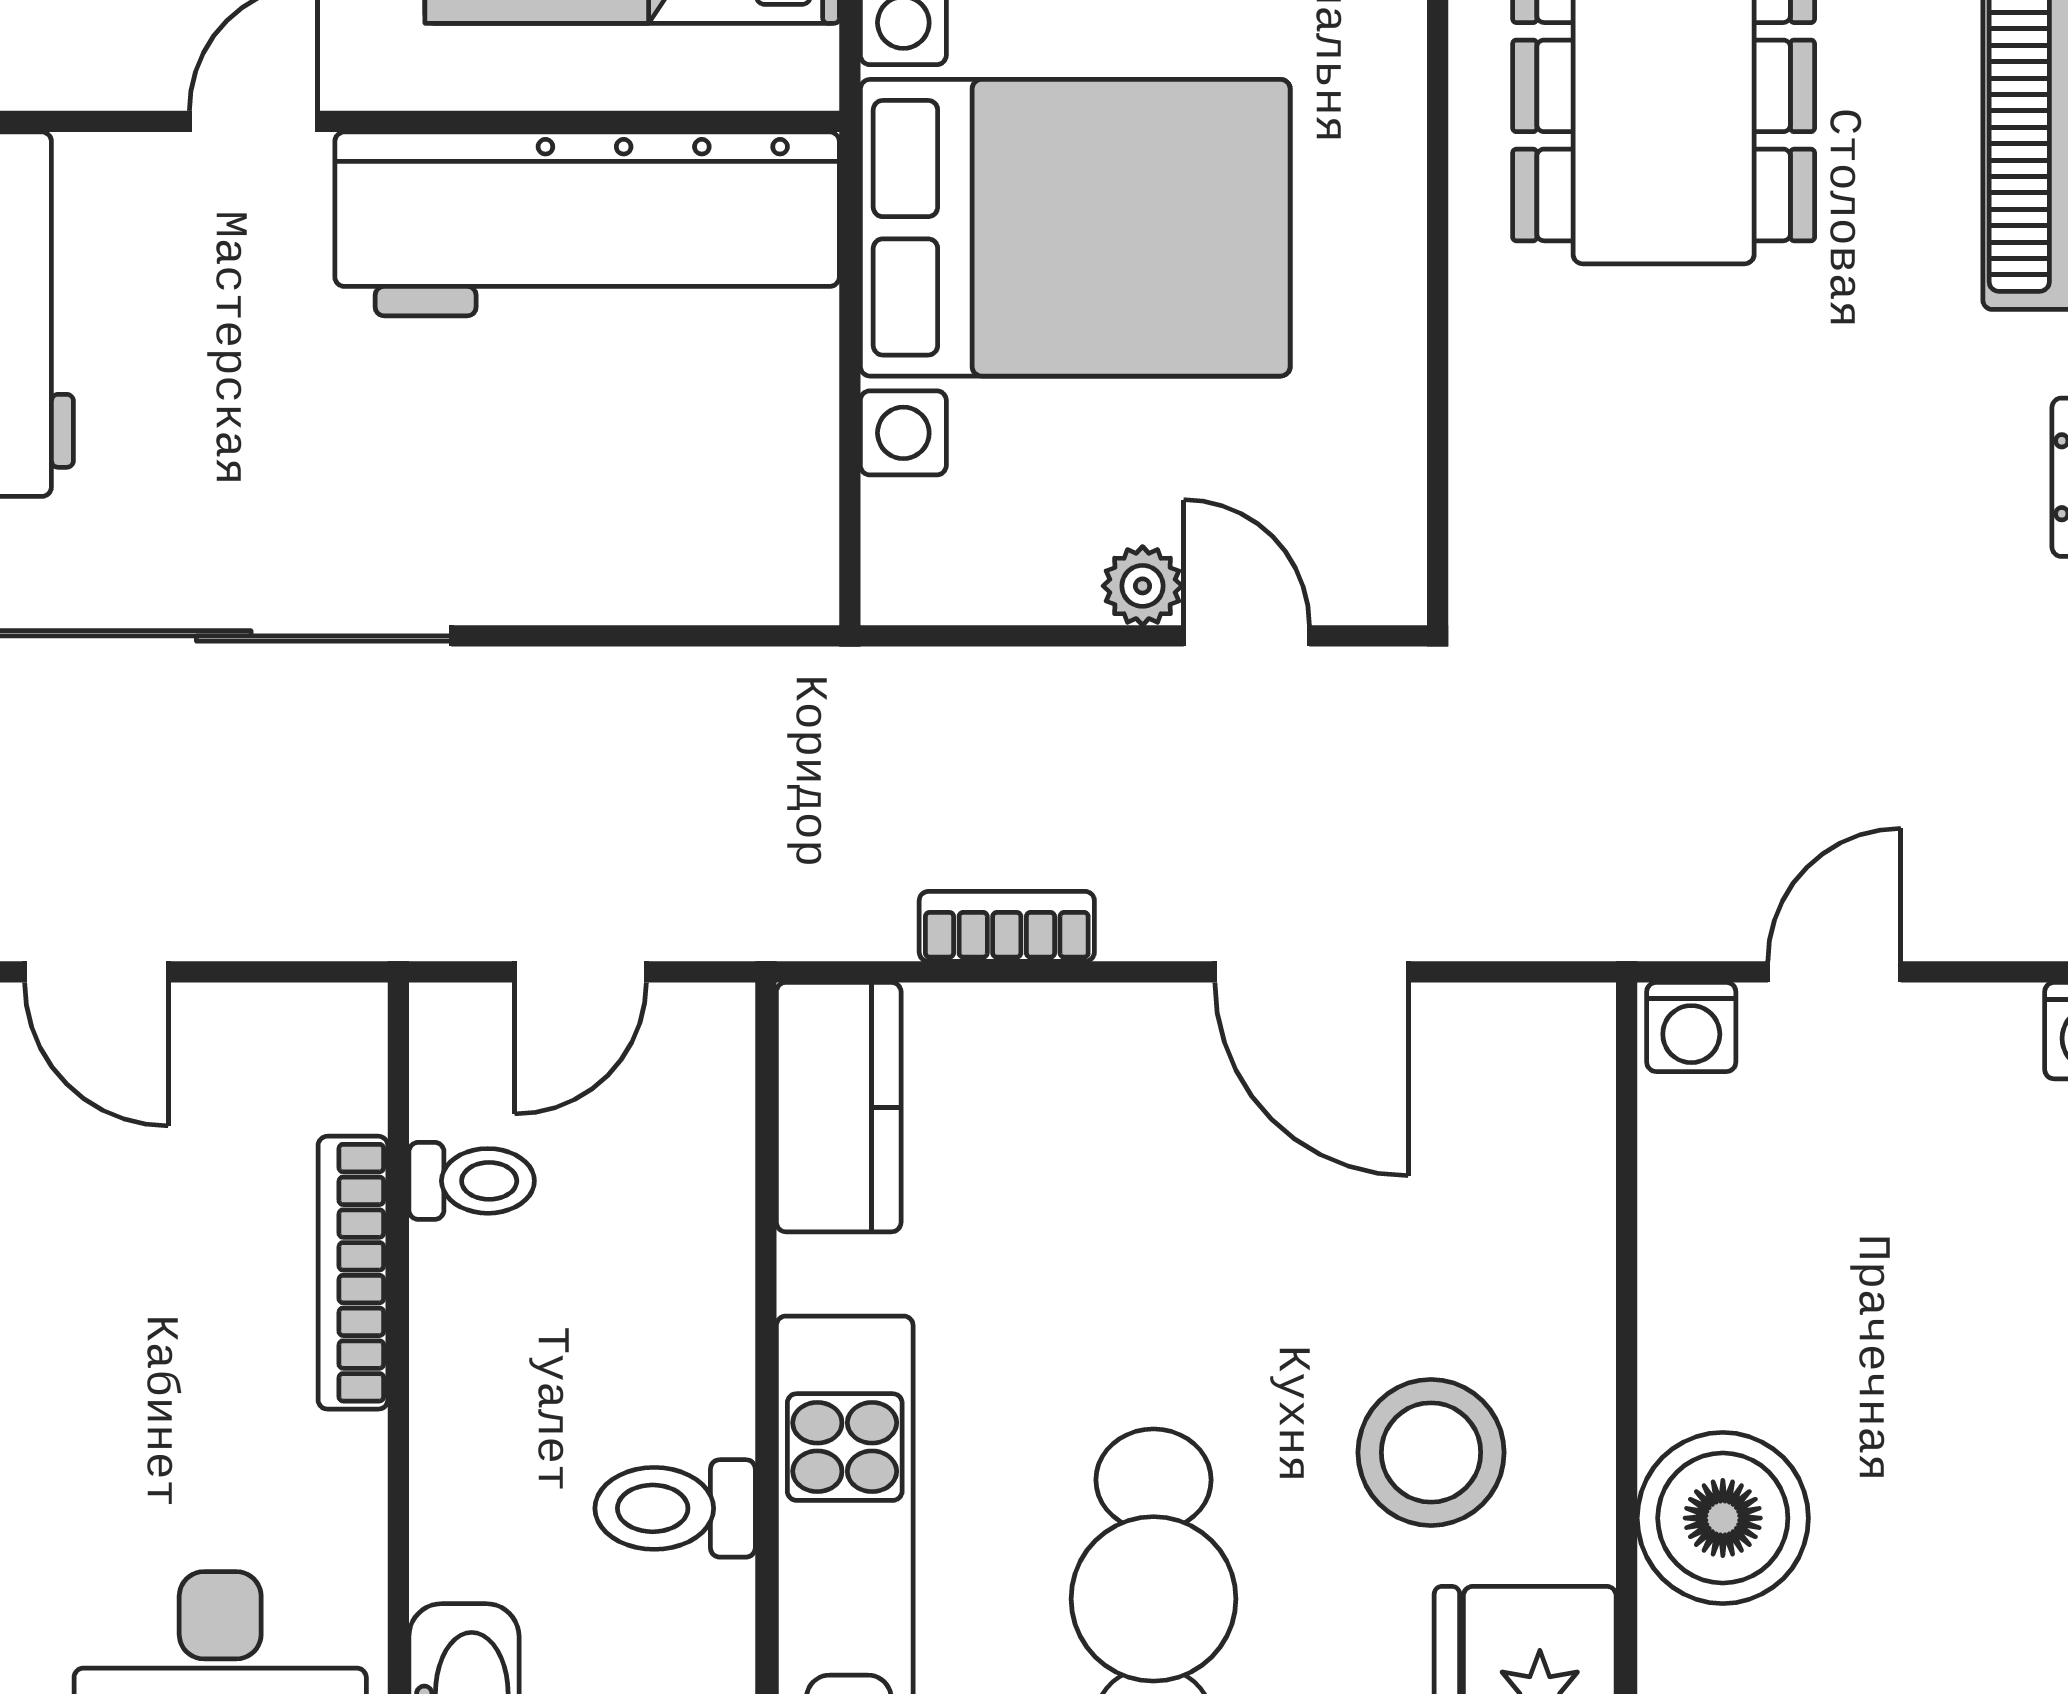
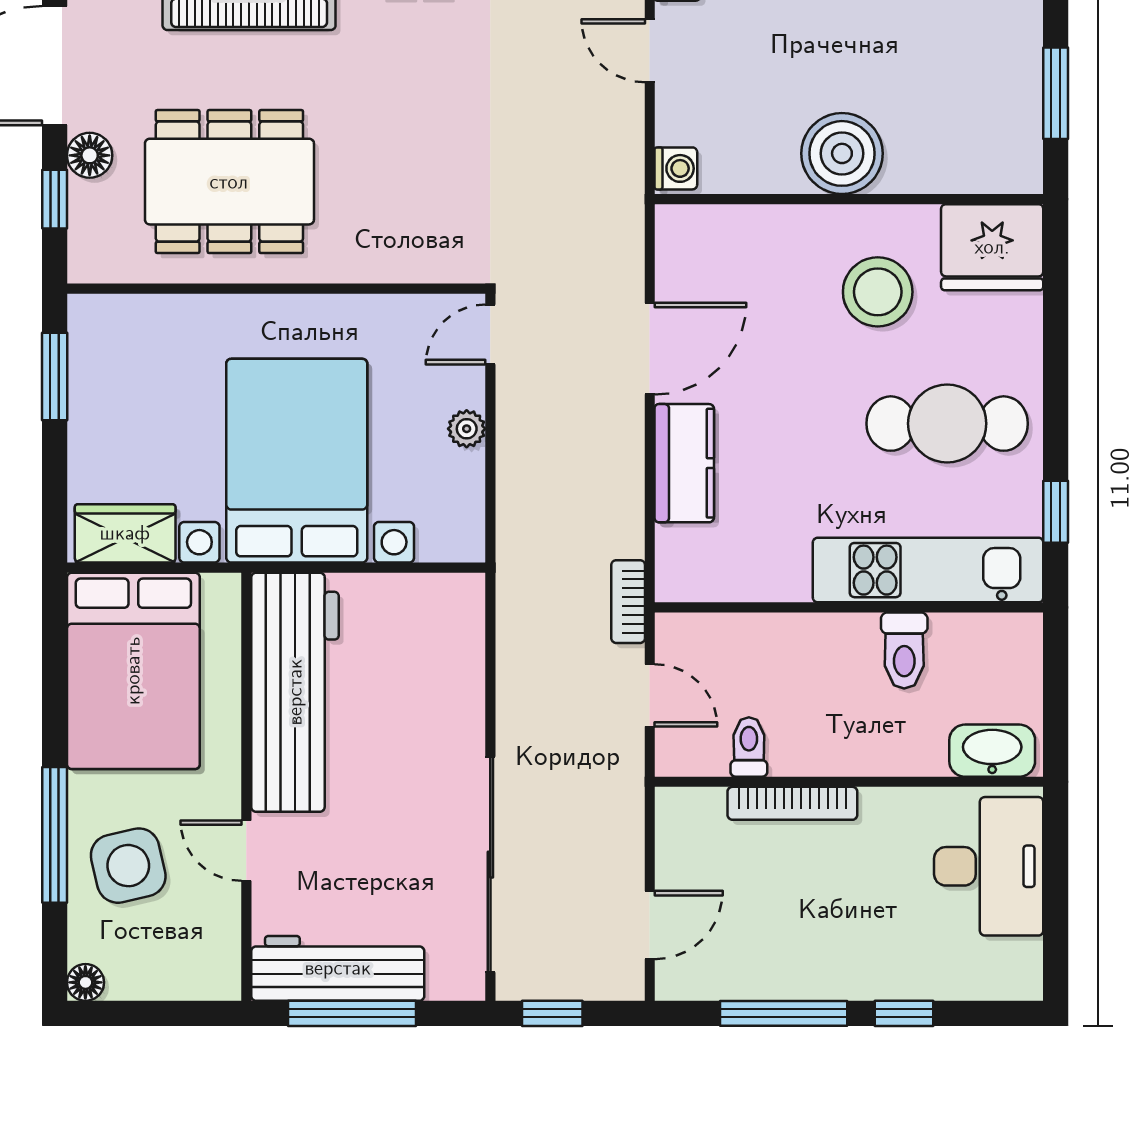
door: (1246, 636) -> (490, 335), moved
bookcase: (1007, 926) -> (628, 602), moved
door: (1834, 972) -> (650, 51), moved
kitchen counter: (839, 1107) -> (684, 463), moved, turned 90
boiler: (1723, 1518) -> (842, 153), moved

